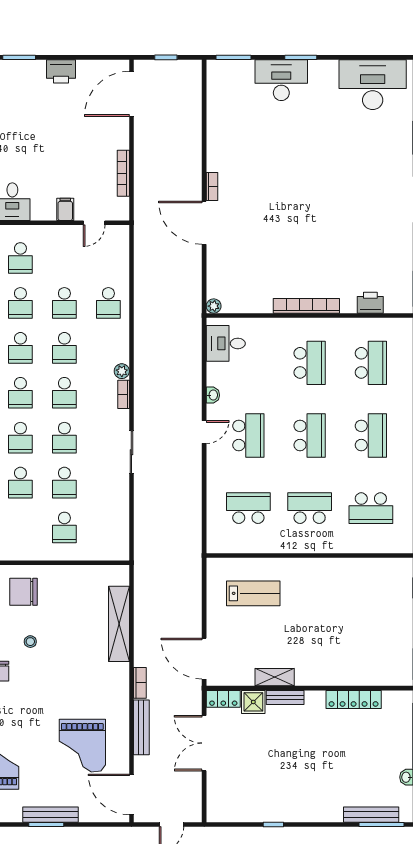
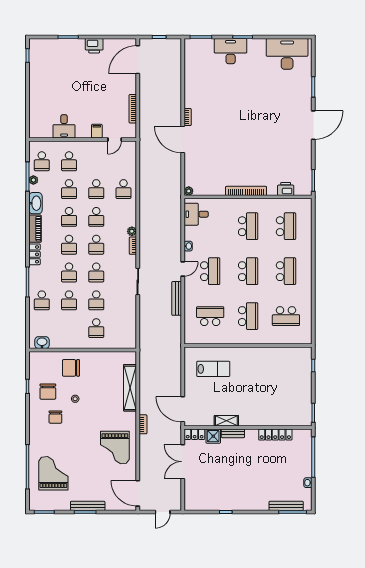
school desk: (310, 508) -> (248, 316), turned 90
bench: (141, 727) -> (177, 298), moved
grand piano: (82, 746) -> (115, 448), moved

